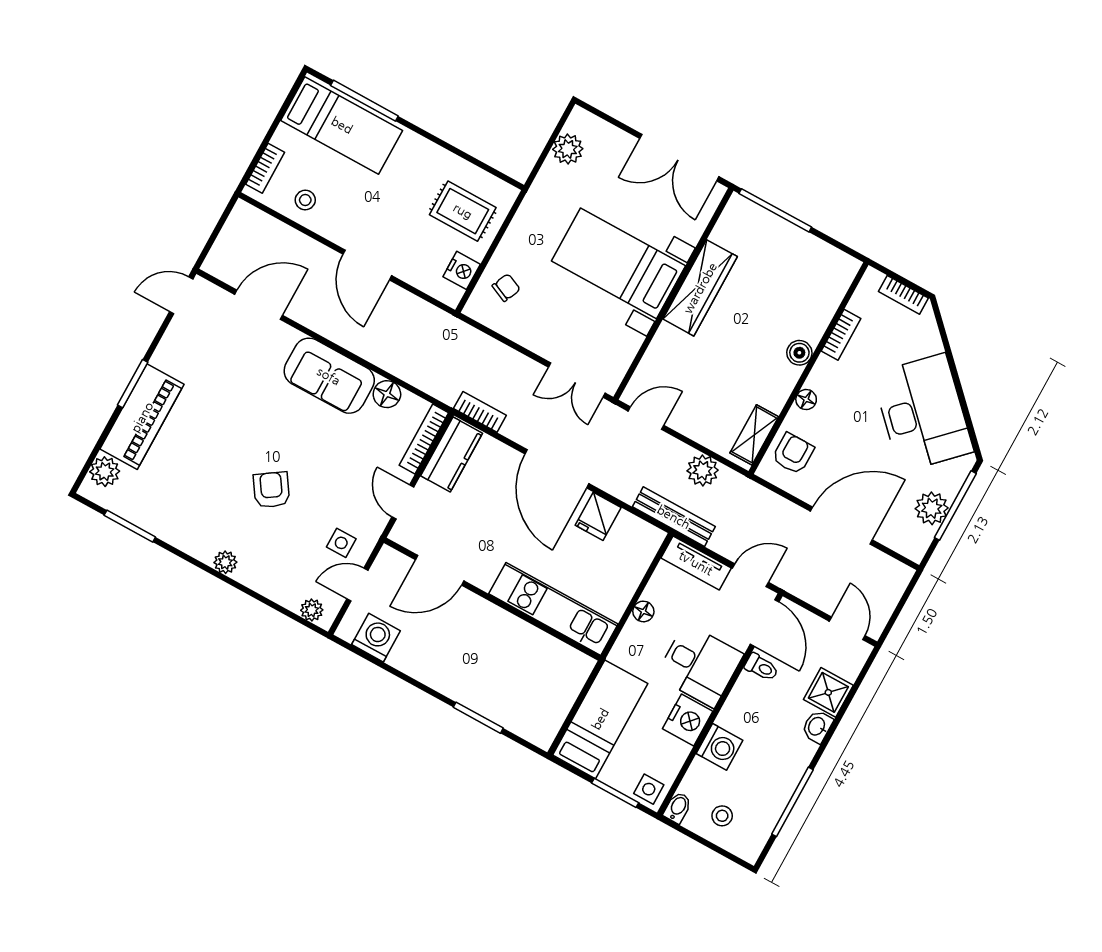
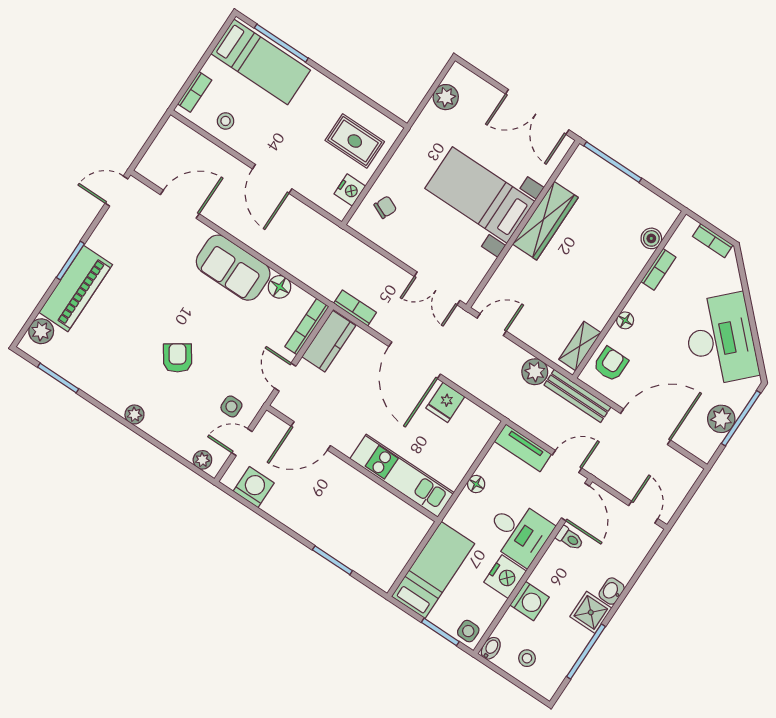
boiler: (799, 353) -> (651, 238), moved
bench: (674, 517) -> (577, 396), moved
shower: (828, 692) -> (591, 612), moved

